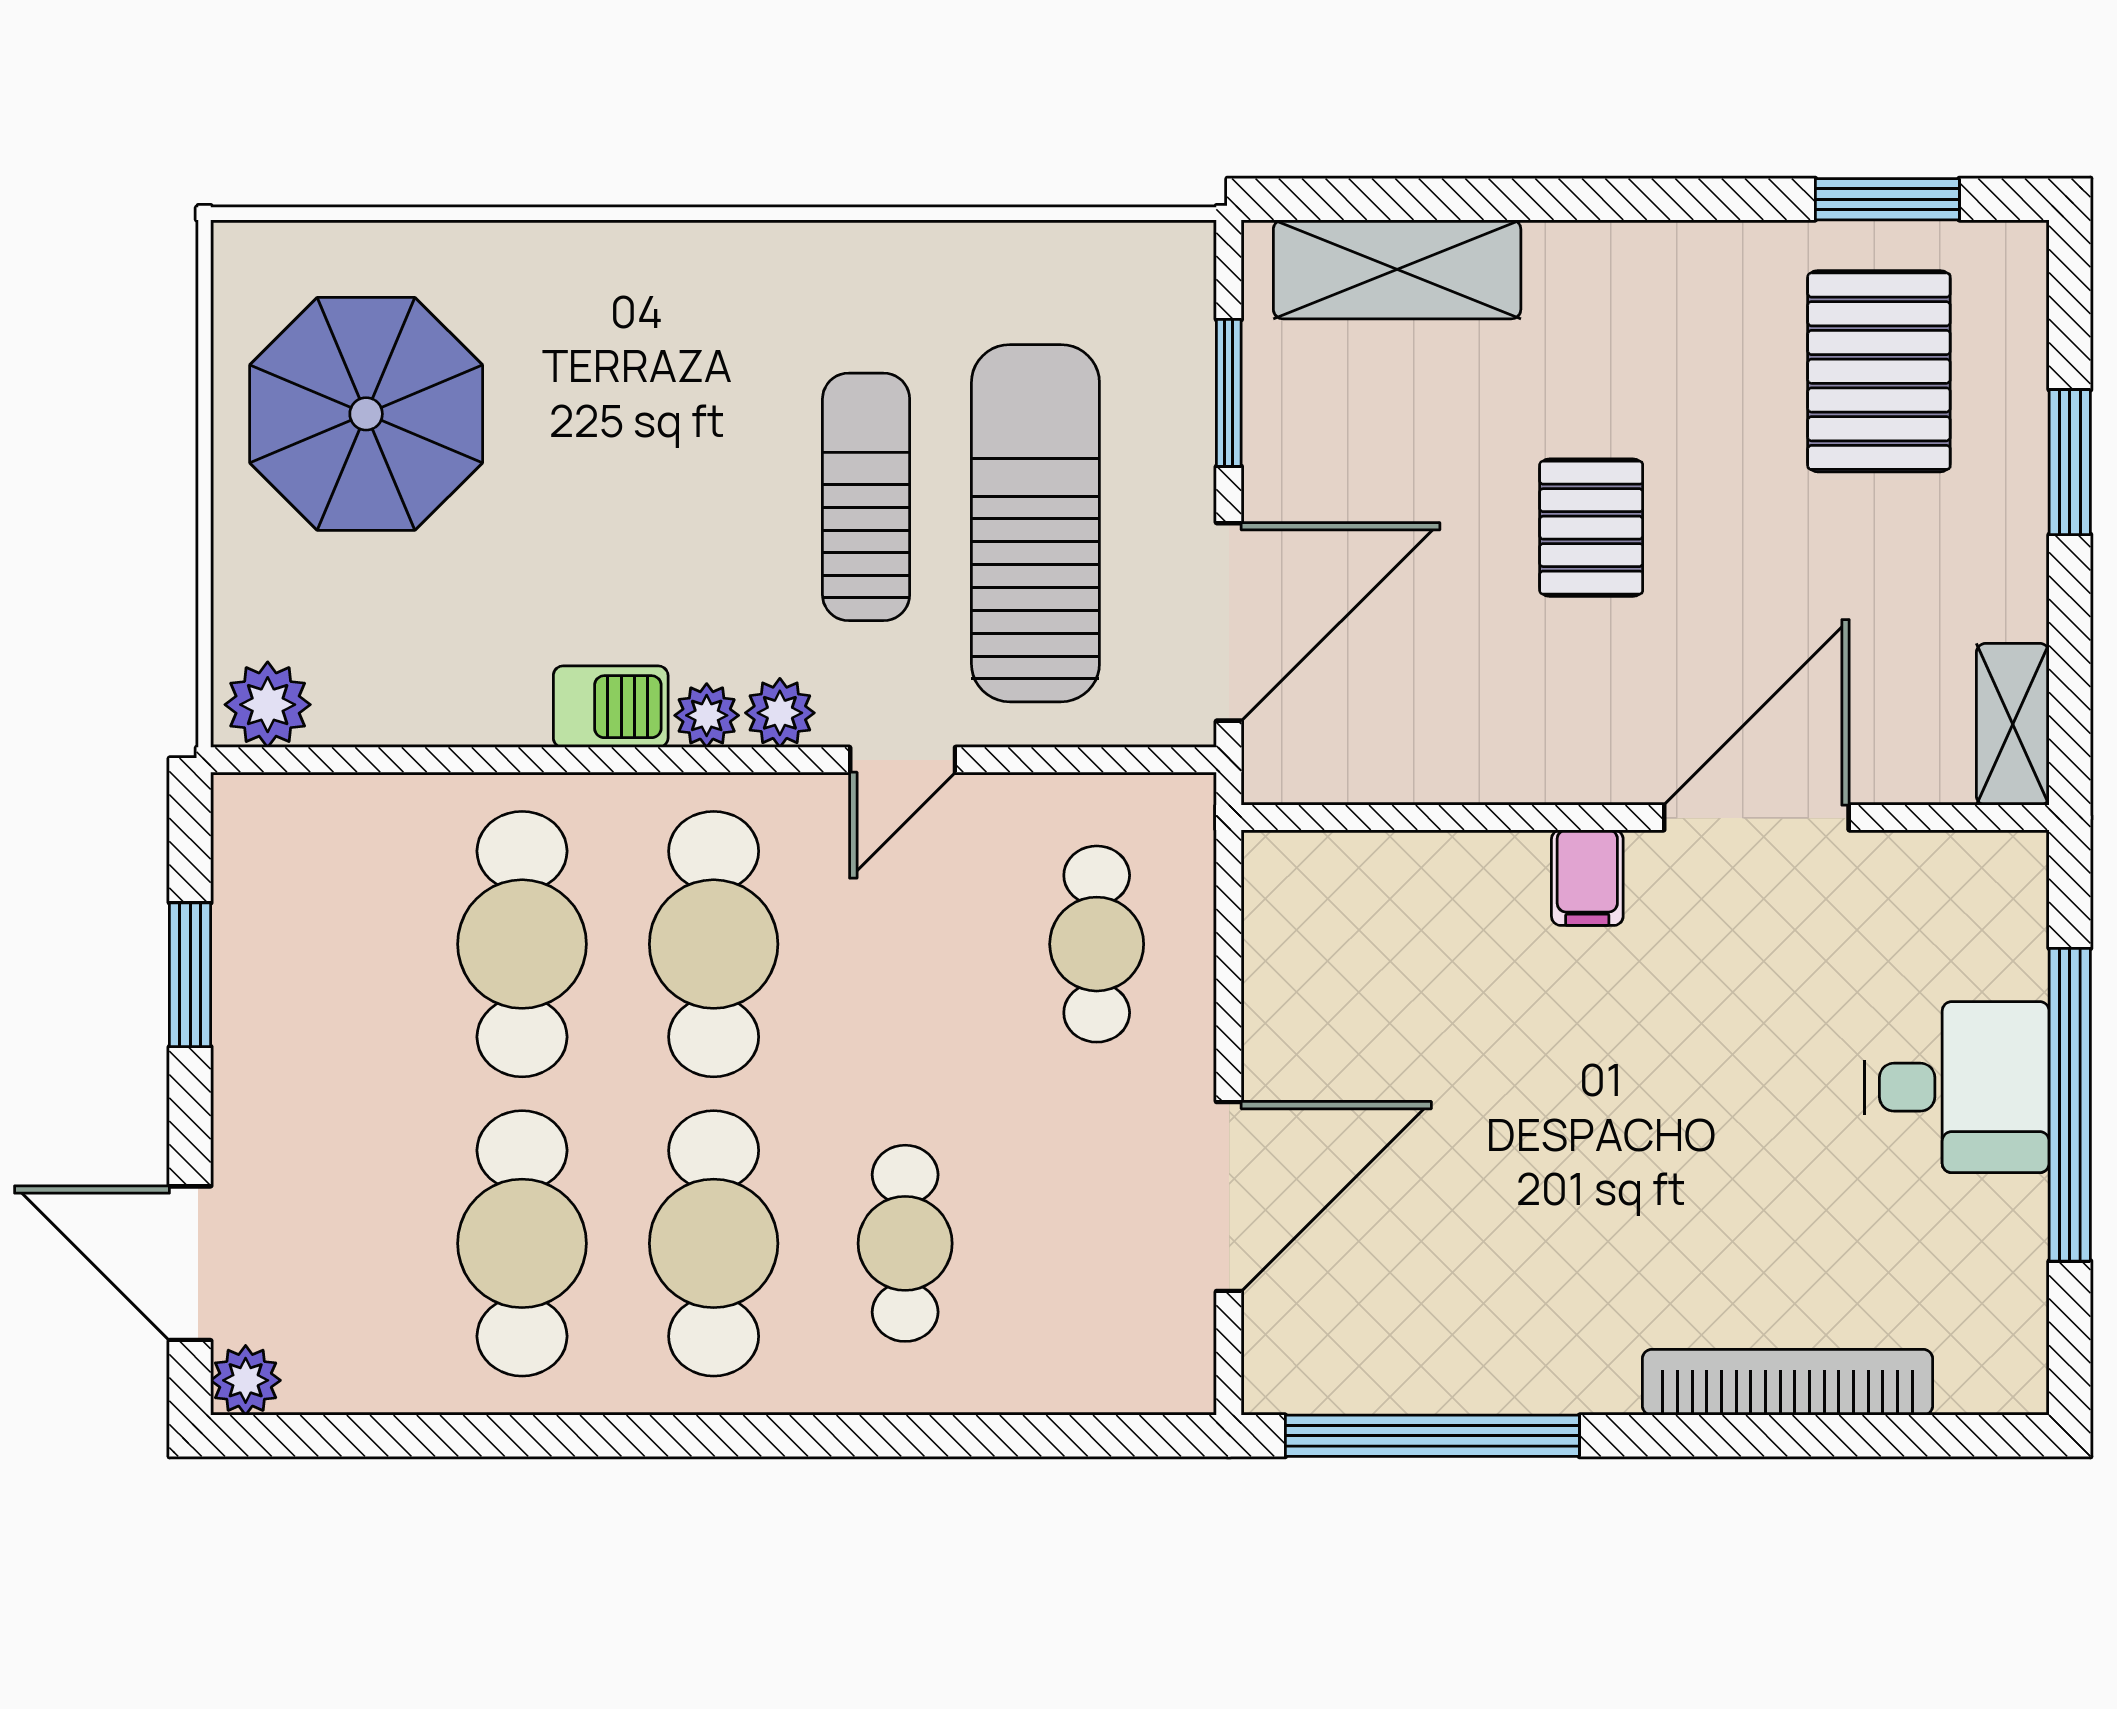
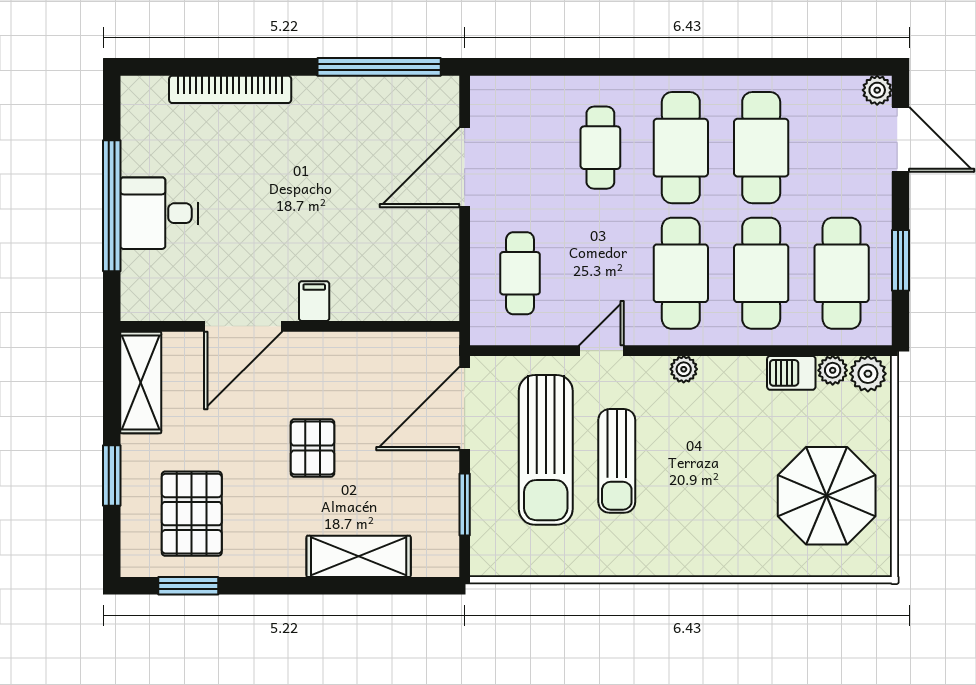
shelving: (1397, 269) -> (359, 556), moved
barbecue: (611, 707) -> (791, 373), moved
plant: (780, 713) -> (833, 370), moved
shelving: (2013, 724) -> (141, 382), width x1.50, depth x1.33
cafe table: (330, 944) -> (842, 273), added

